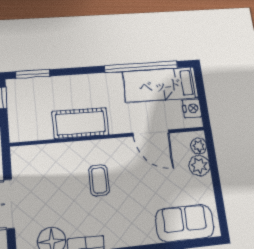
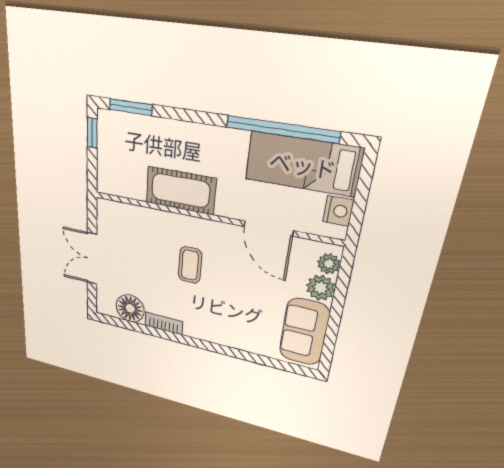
sofa: (185, 223) -> (304, 332), moved, turned -90

